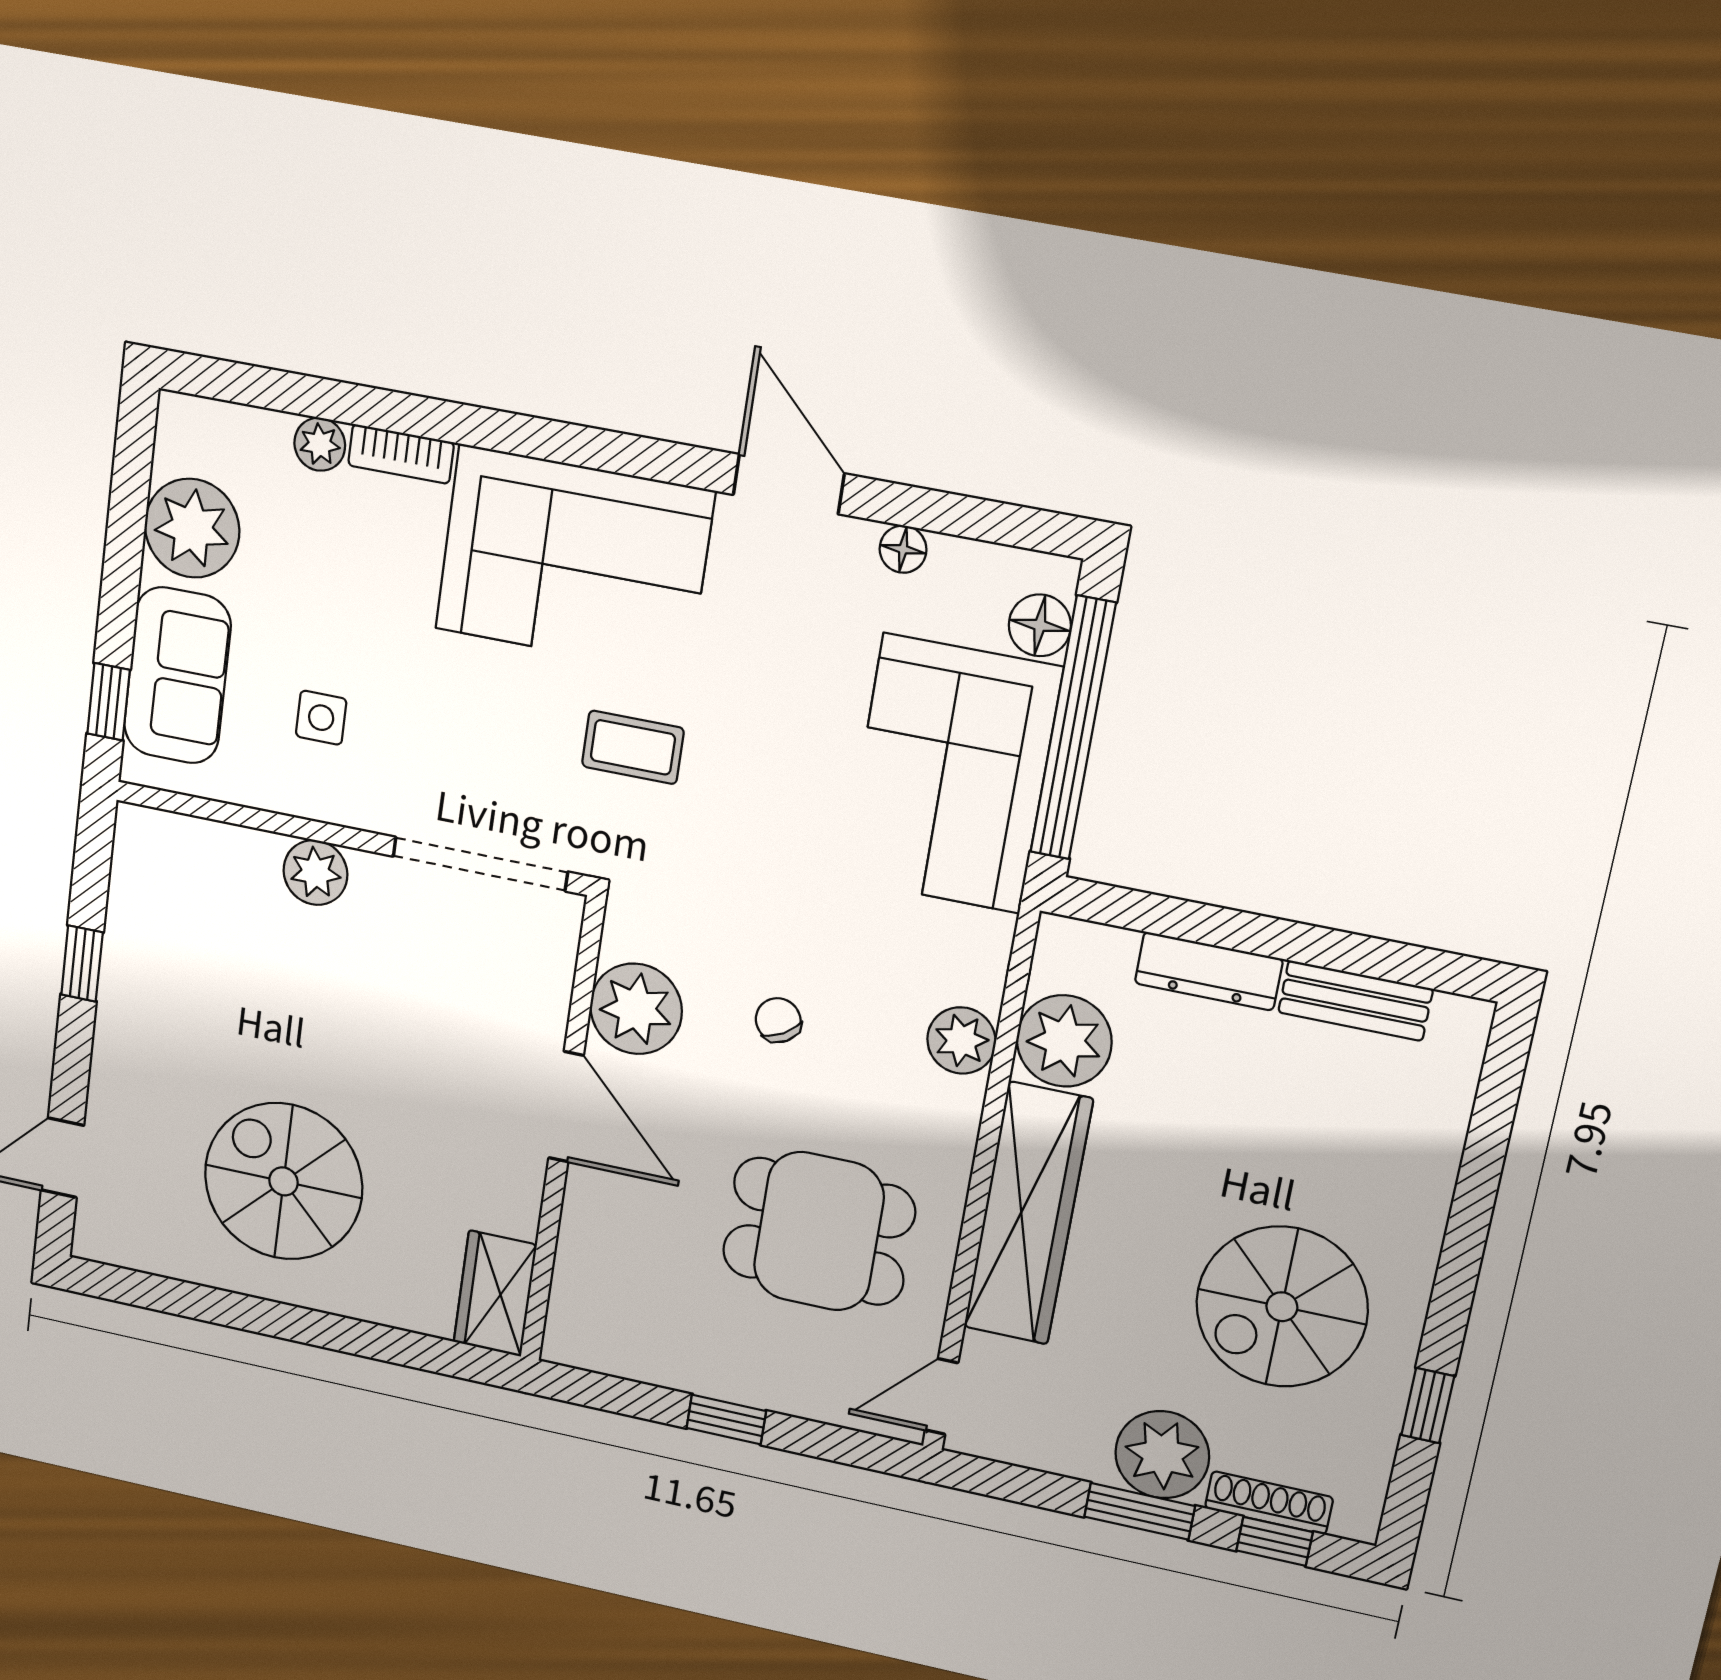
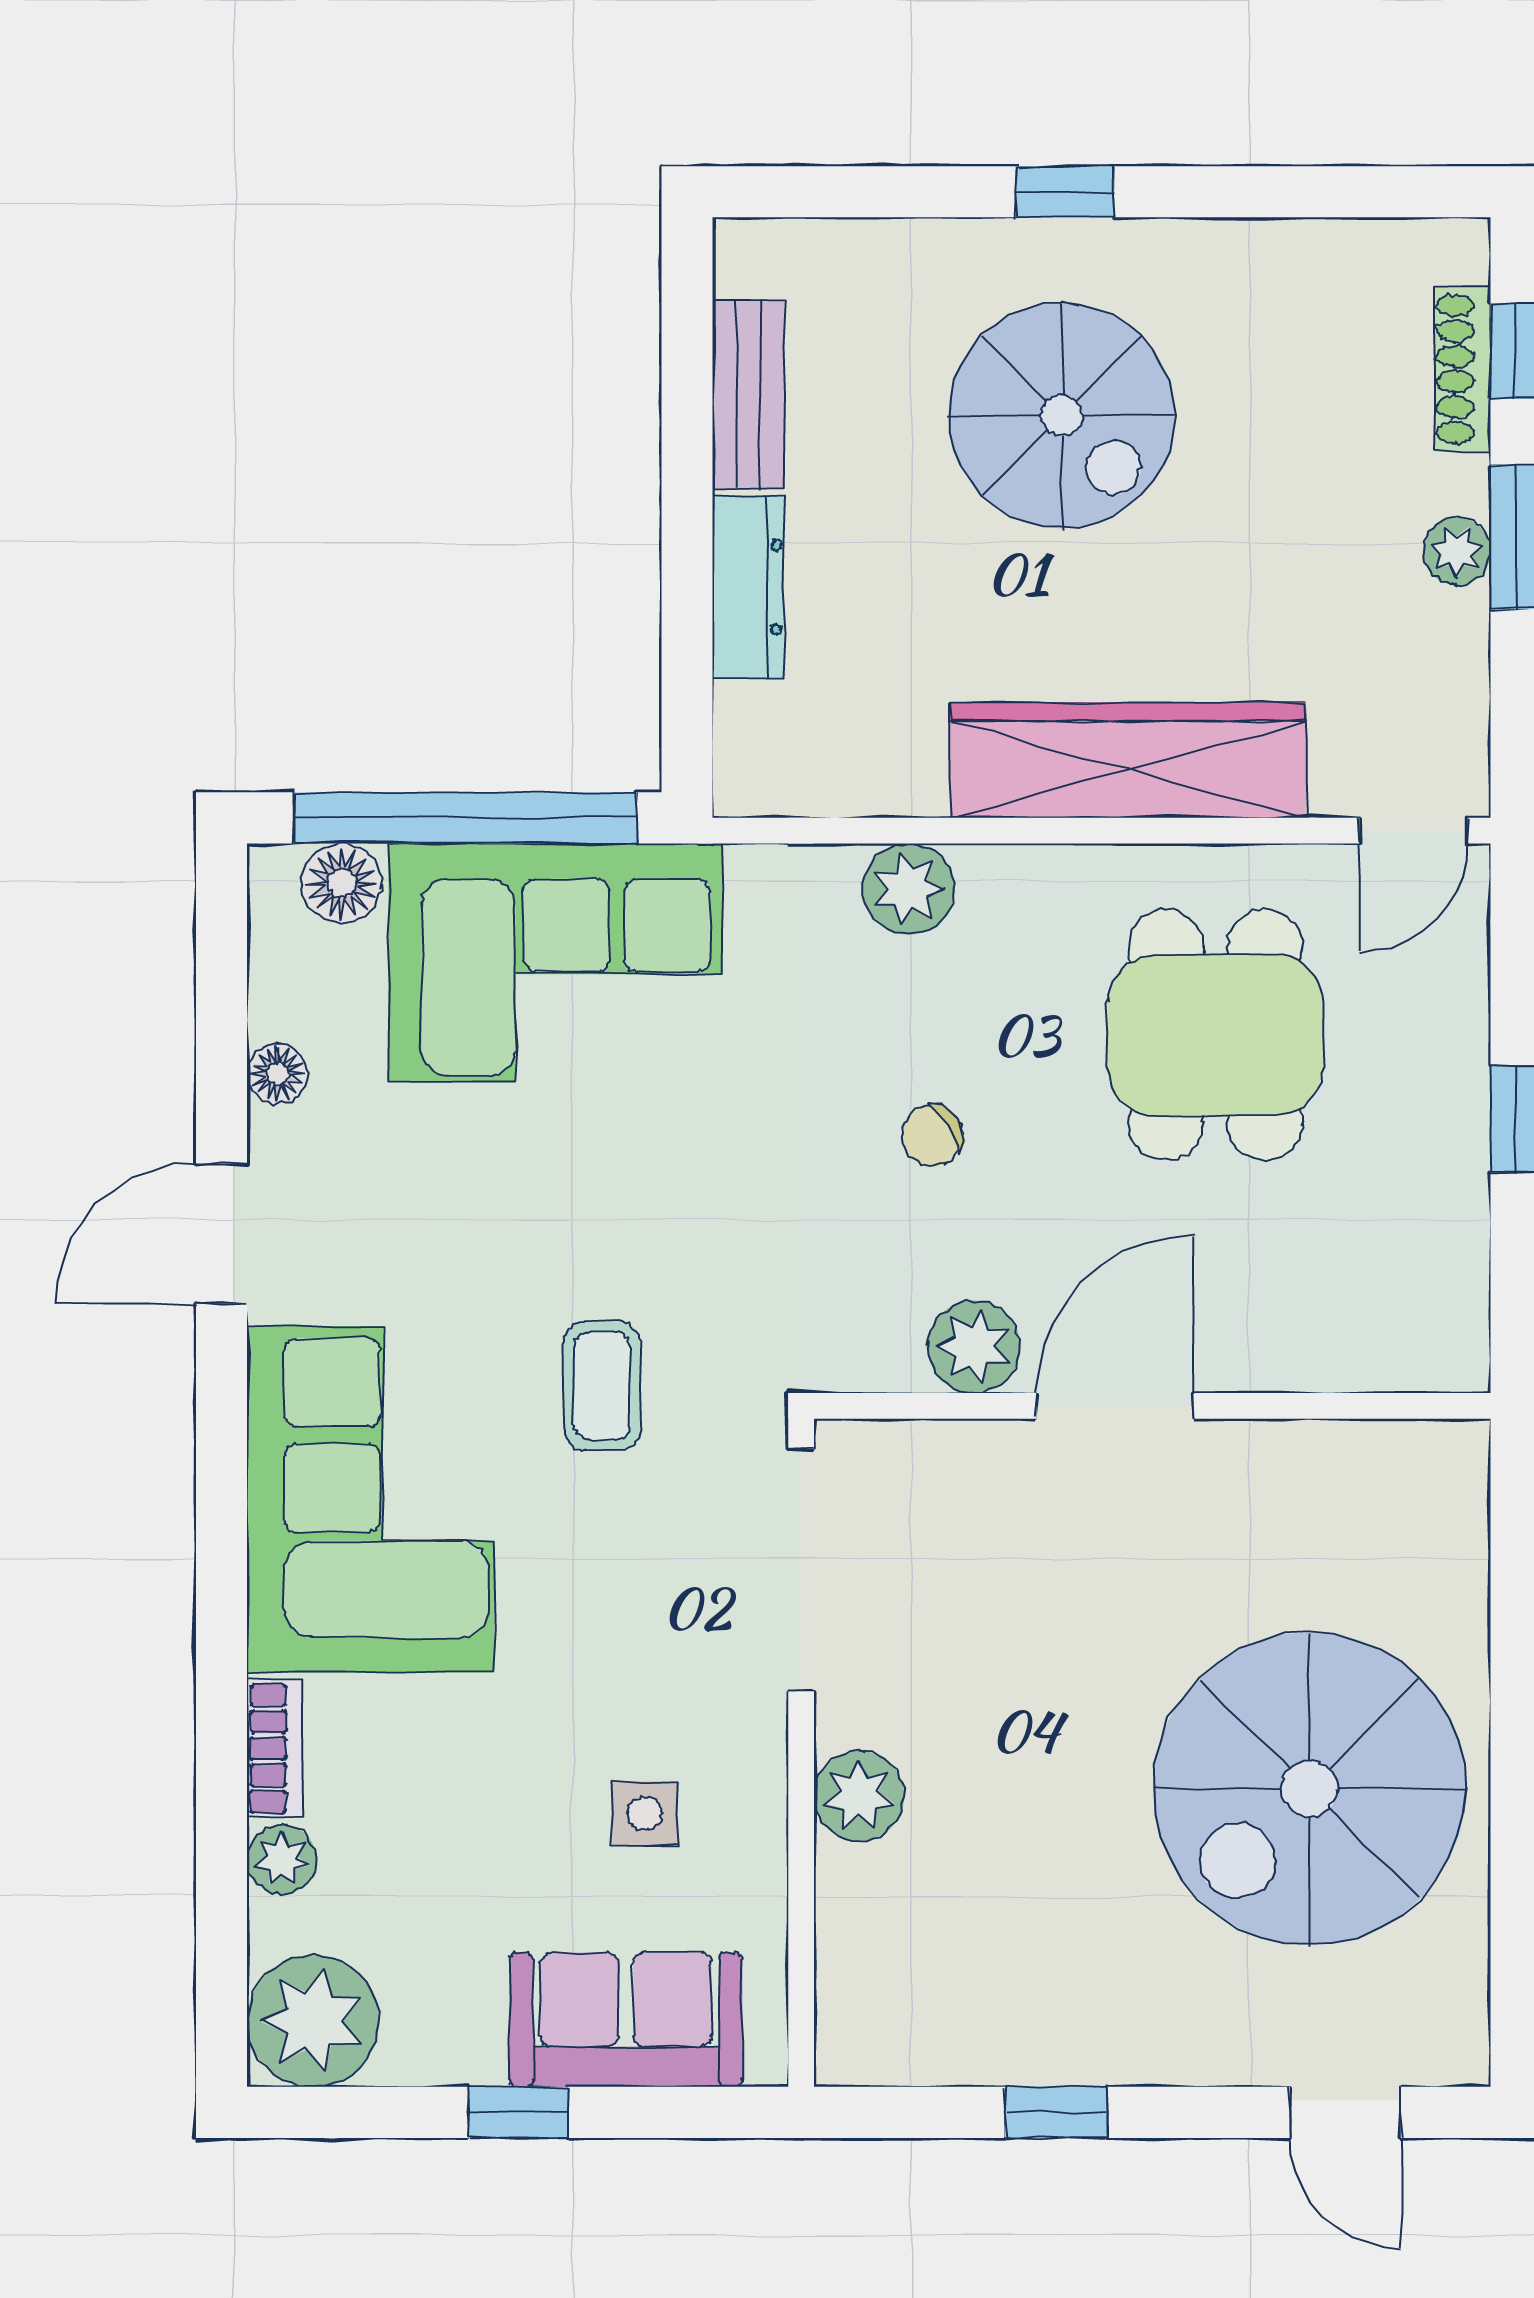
plant: (192, 528) -> (313, 2021), moved
window: (108, 702) -> (518, 2112), moved
plant: (636, 1009) -> (974, 1347), width x0.73, depth x0.73
plant: (1064, 1041) -> (881, 755), removed
spiral stairs: (284, 1181) -> (1309, 1788), width x1.37, depth x1.37
wardrobe: (495, 1294) -> (1406, 1468), removed
spiral stairs: (1282, 1307) -> (1062, 416), moved
door: (942, 1397) -> (1413, 831), hinge flipped
window: (1428, 1406) -> (1065, 192), moved
plant: (1162, 1455) -> (1457, 552), width x0.53, depth x0.53

